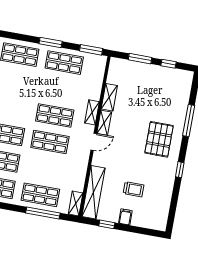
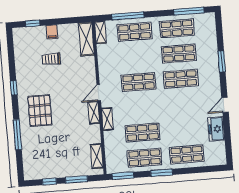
shelving: (109, 97) -> (97, 156), moved
shop shelf: (55, 116) -> (142, 133), moved
shelving: (93, 192) -> (86, 39), width x0.68
window: (107, 224) -> (33, 23), moved

